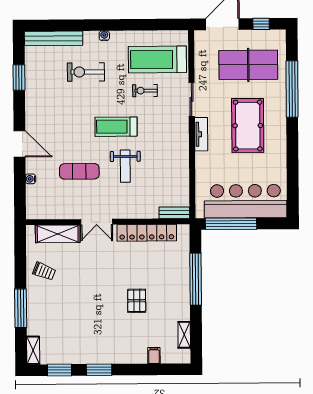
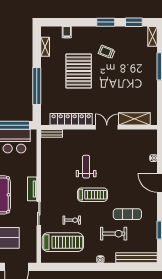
exercise mat: (79, 171) -> (127, 214), moved
trolley: (44, 271) -> (107, 52), moved
pallet: (137, 301) -> (79, 71), width x2.05, depth x2.00

